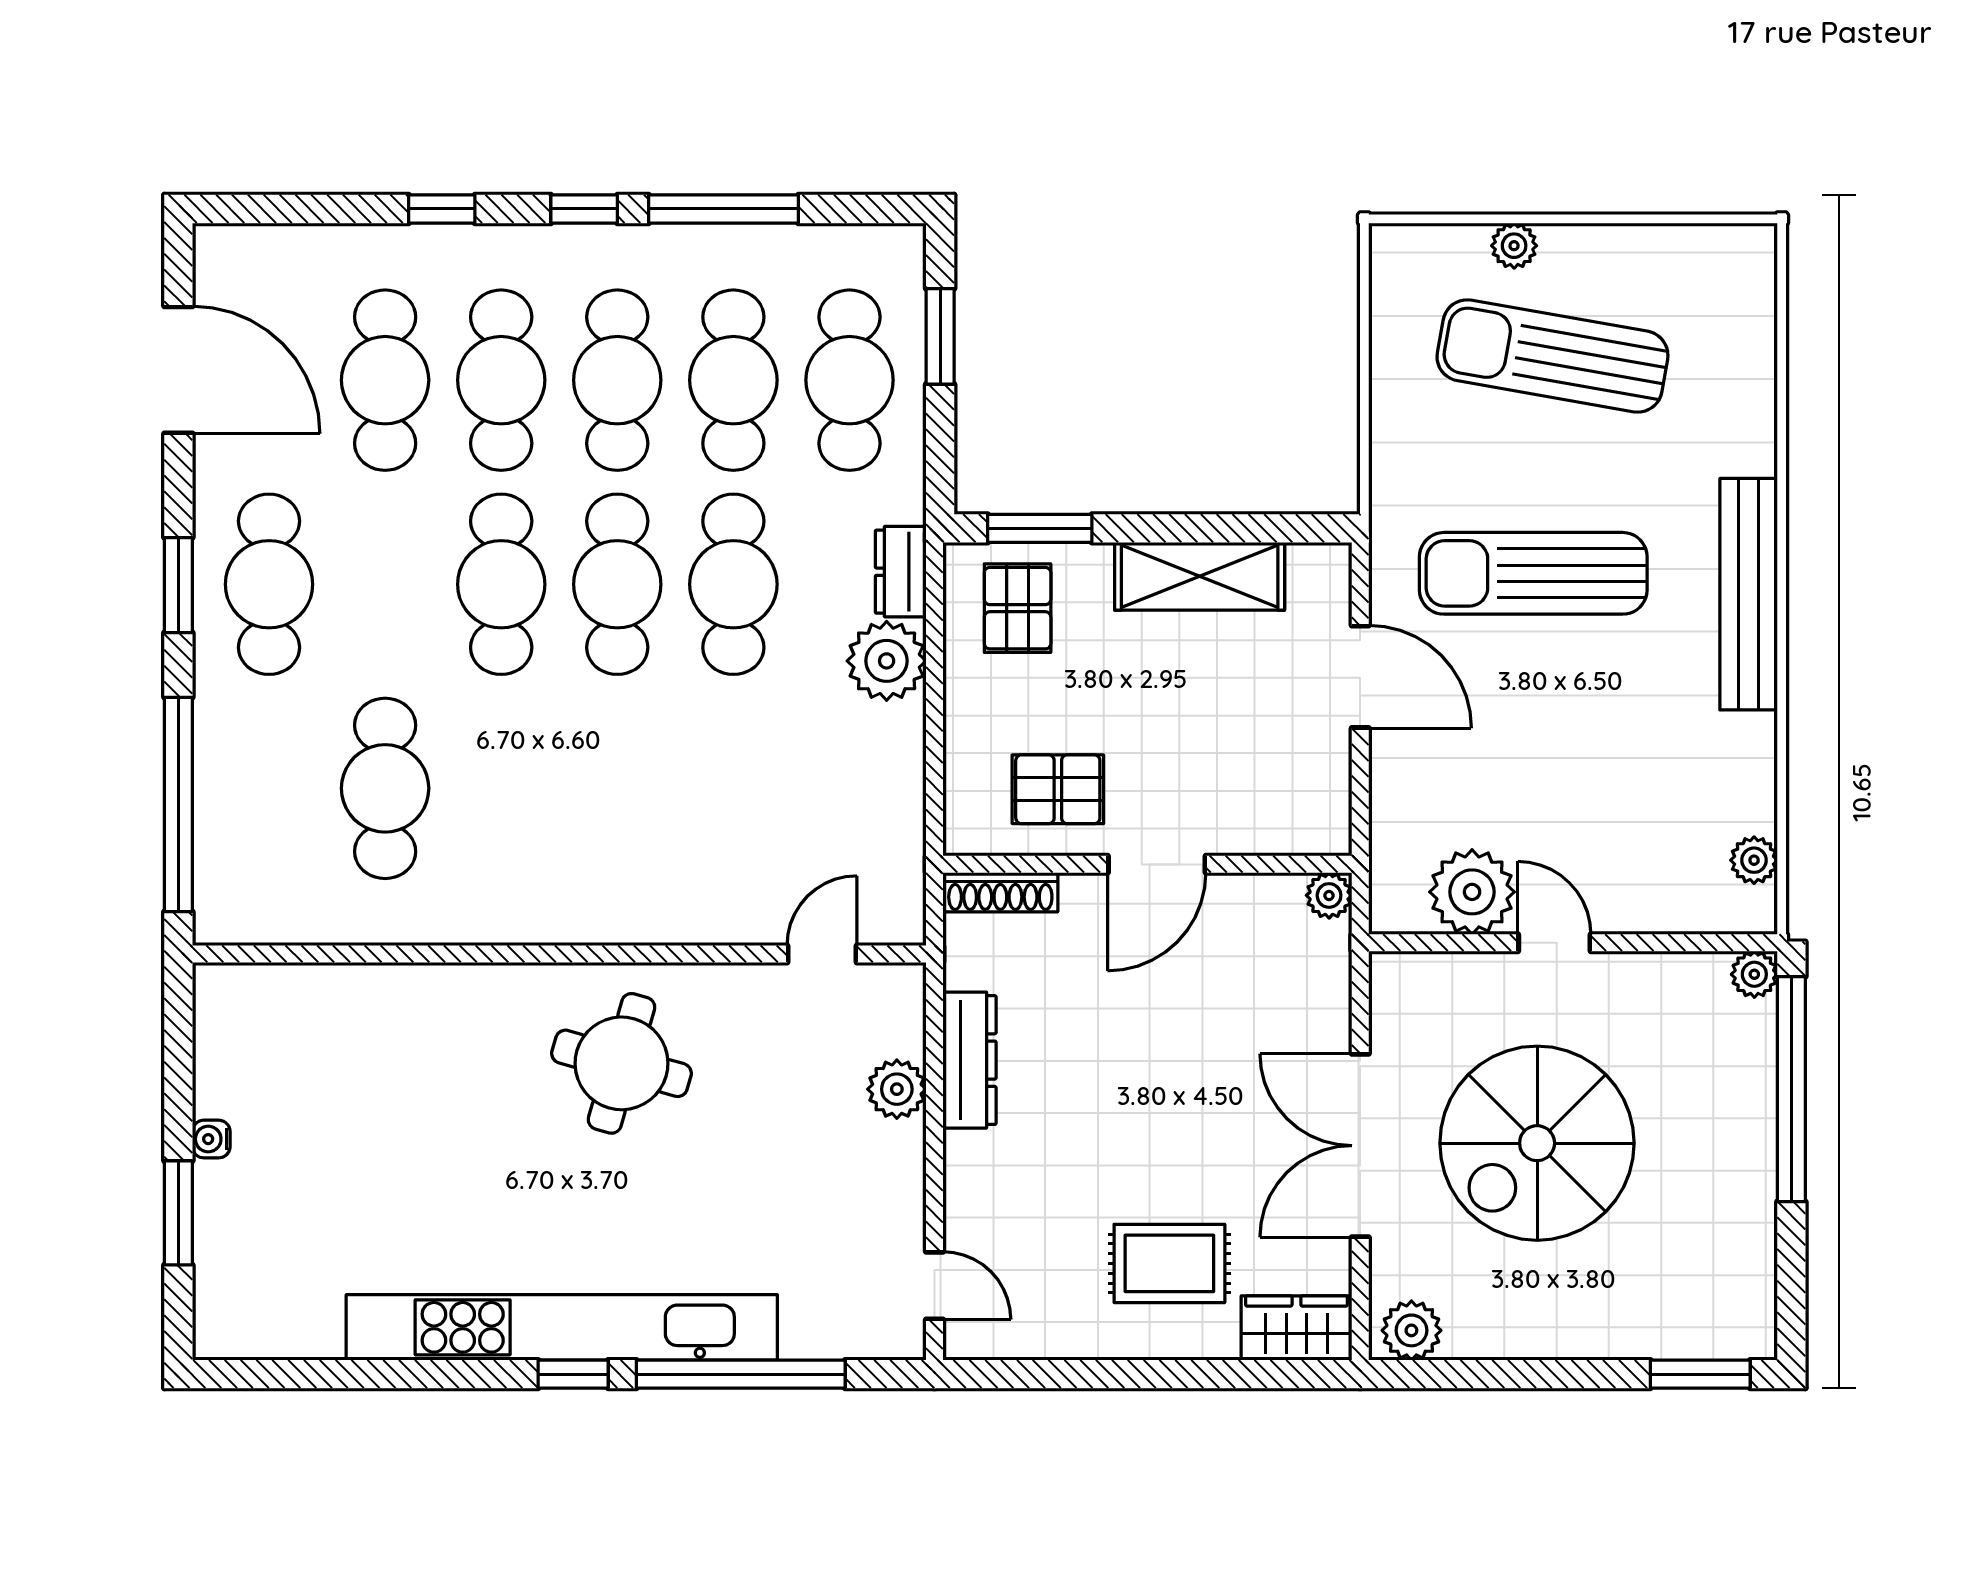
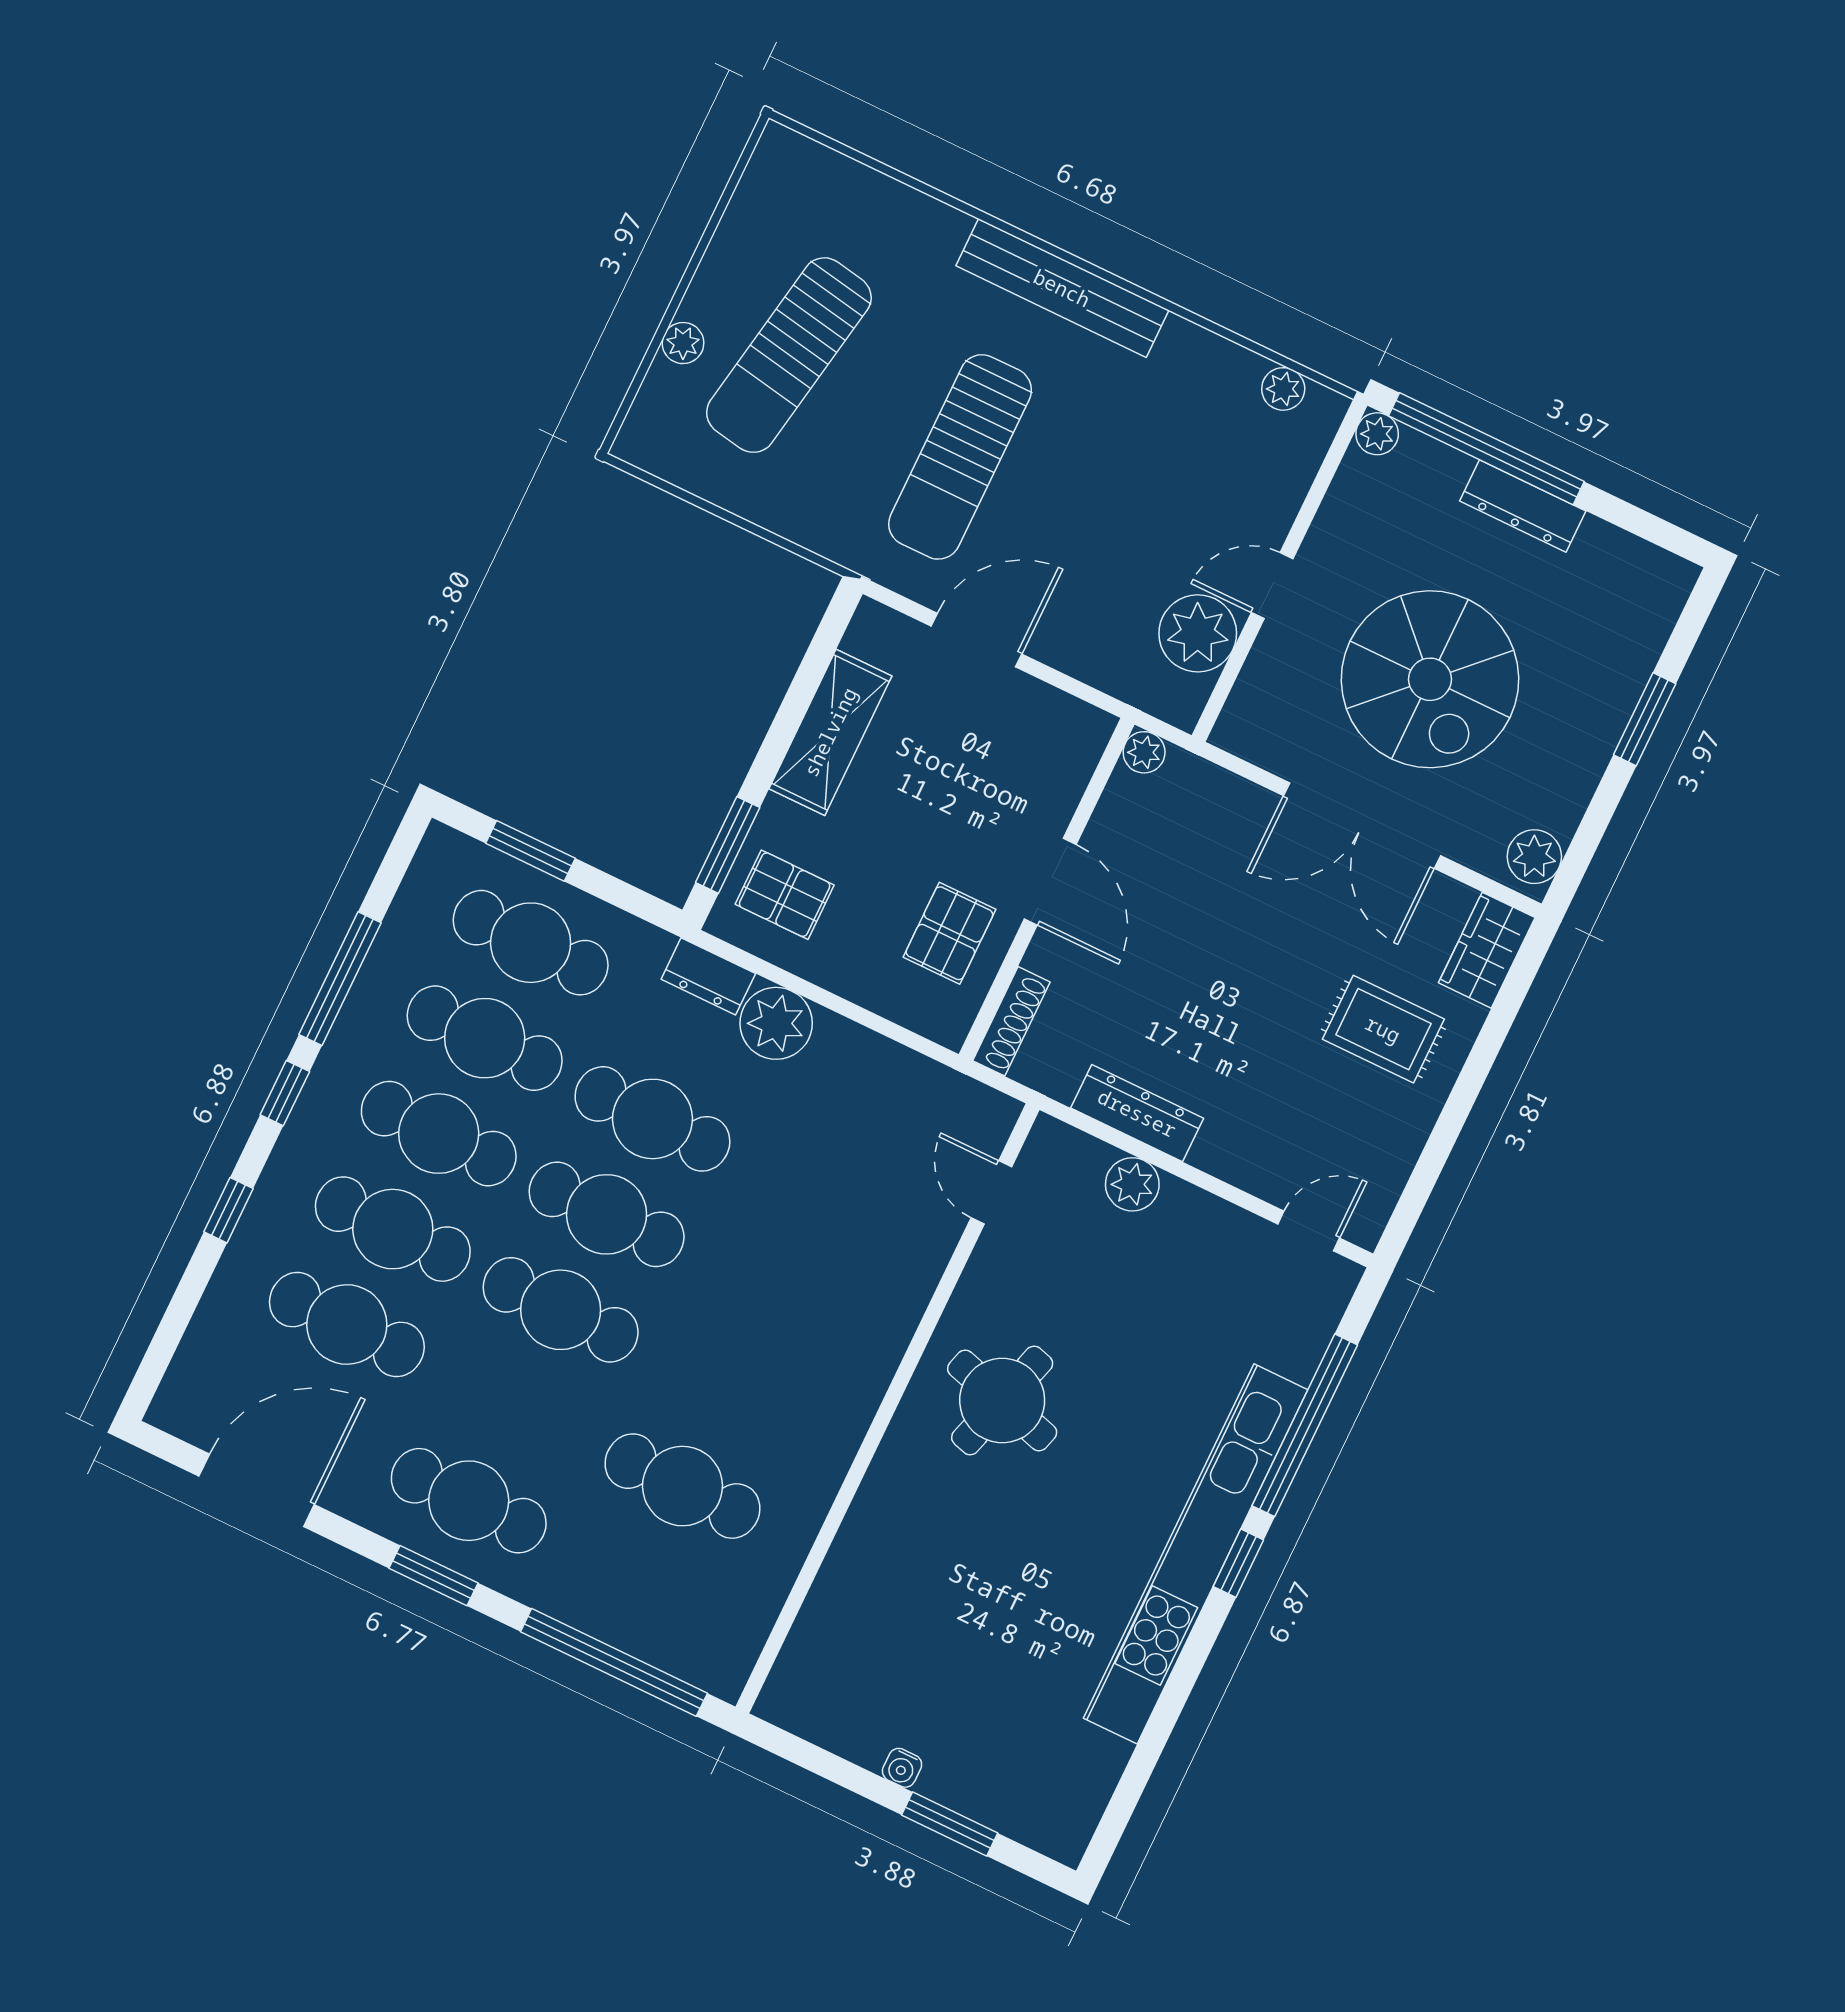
dresser: (1752, 1152) -> (1523, 506), added
rug: (1169, 1263) -> (1383, 1029), turned 90
window: (1700, 1374) -> (1645, 719), moved

